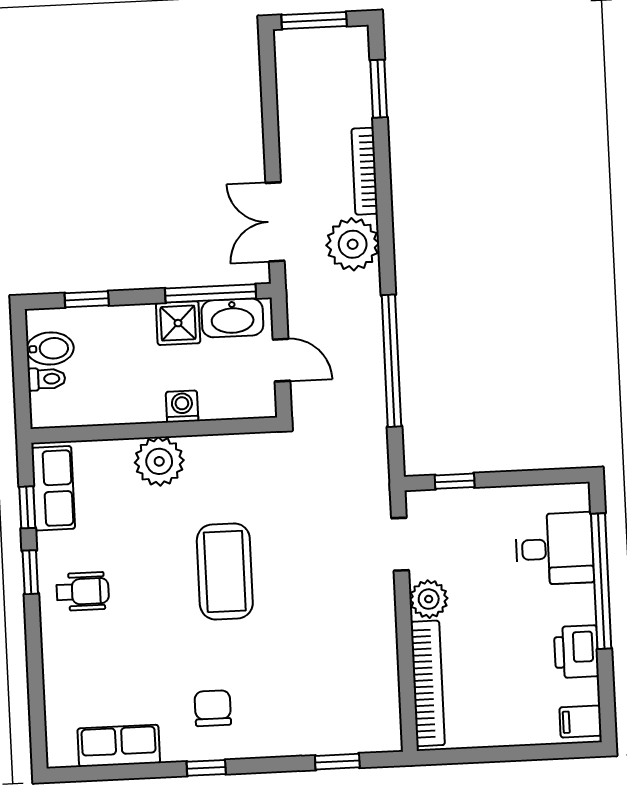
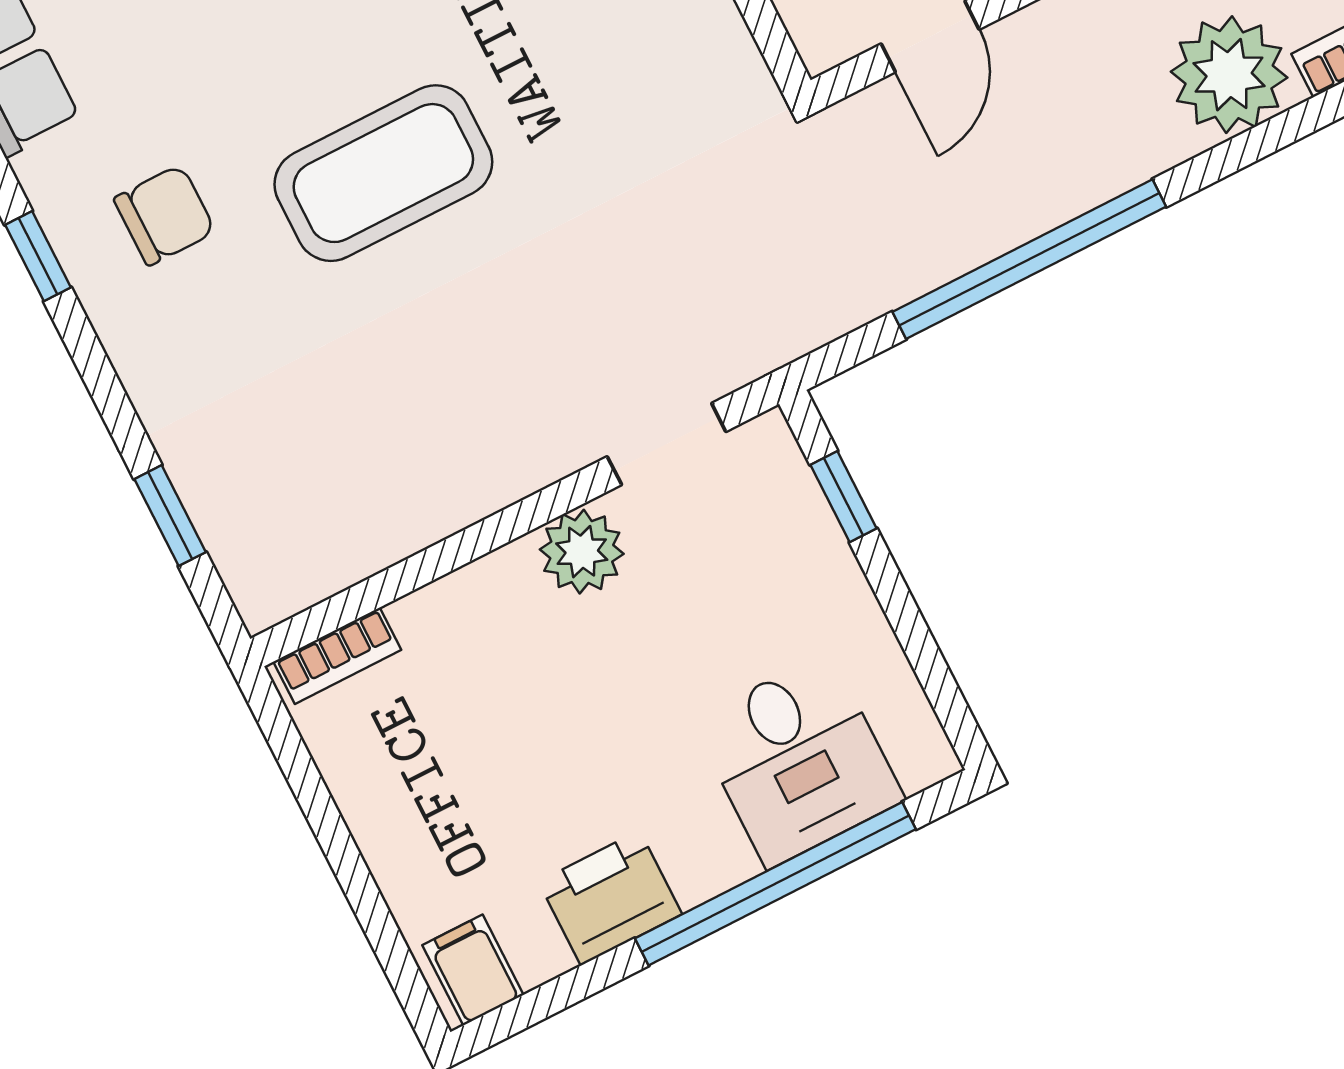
coffee table: (225, 571) -> (383, 173), moved
bookcase: (428, 683) -> (337, 656), width x0.43, depth x0.76

